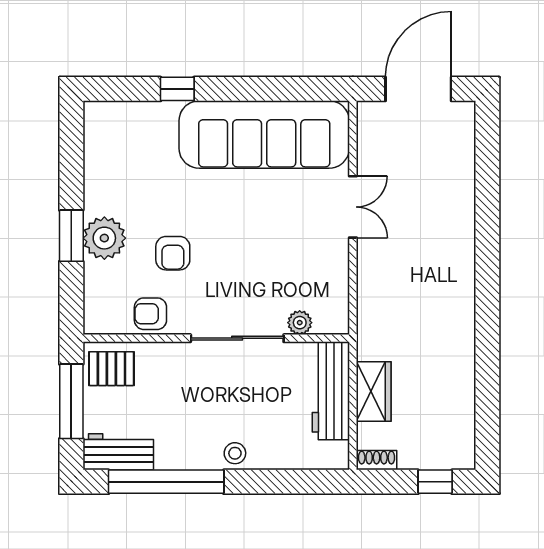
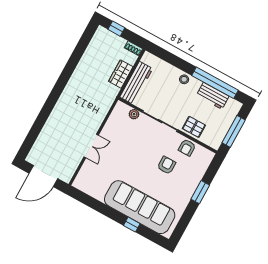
sofa: (264, 135) -> (140, 207), moved
double door: (353, 207) -> (91, 146), swing flipped
plant: (104, 238) -> (189, 185), removed
armchair: (150, 314) -> (187, 148), turned 90
pallet: (111, 369) -> (194, 127), moved
workbench: (118, 452) -> (213, 96), moved

